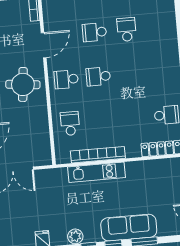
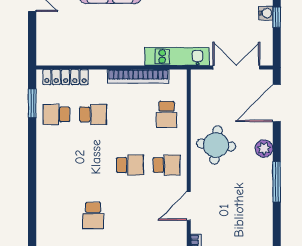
school desk: (94, 32) -> (93, 114), moved
round table: (23, 84) -> (216, 145), moved
kitchen unit: (96, 172) -> (177, 56), moved

